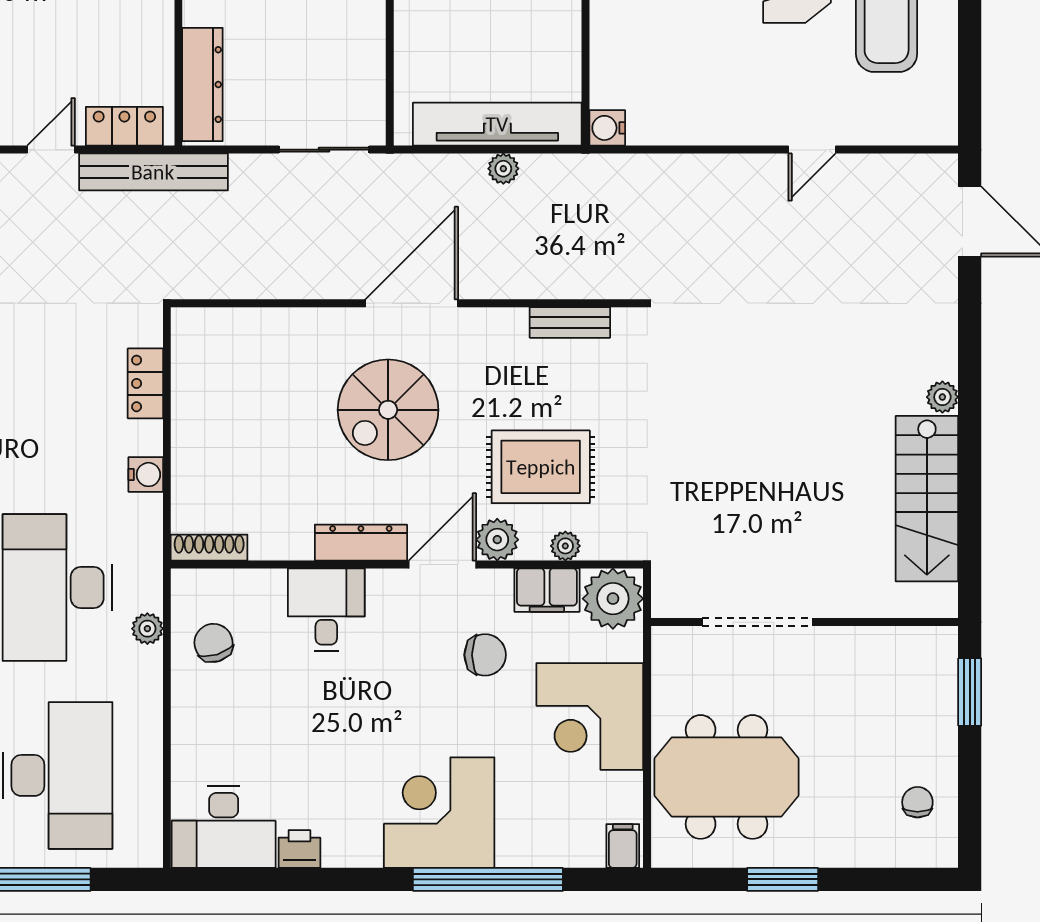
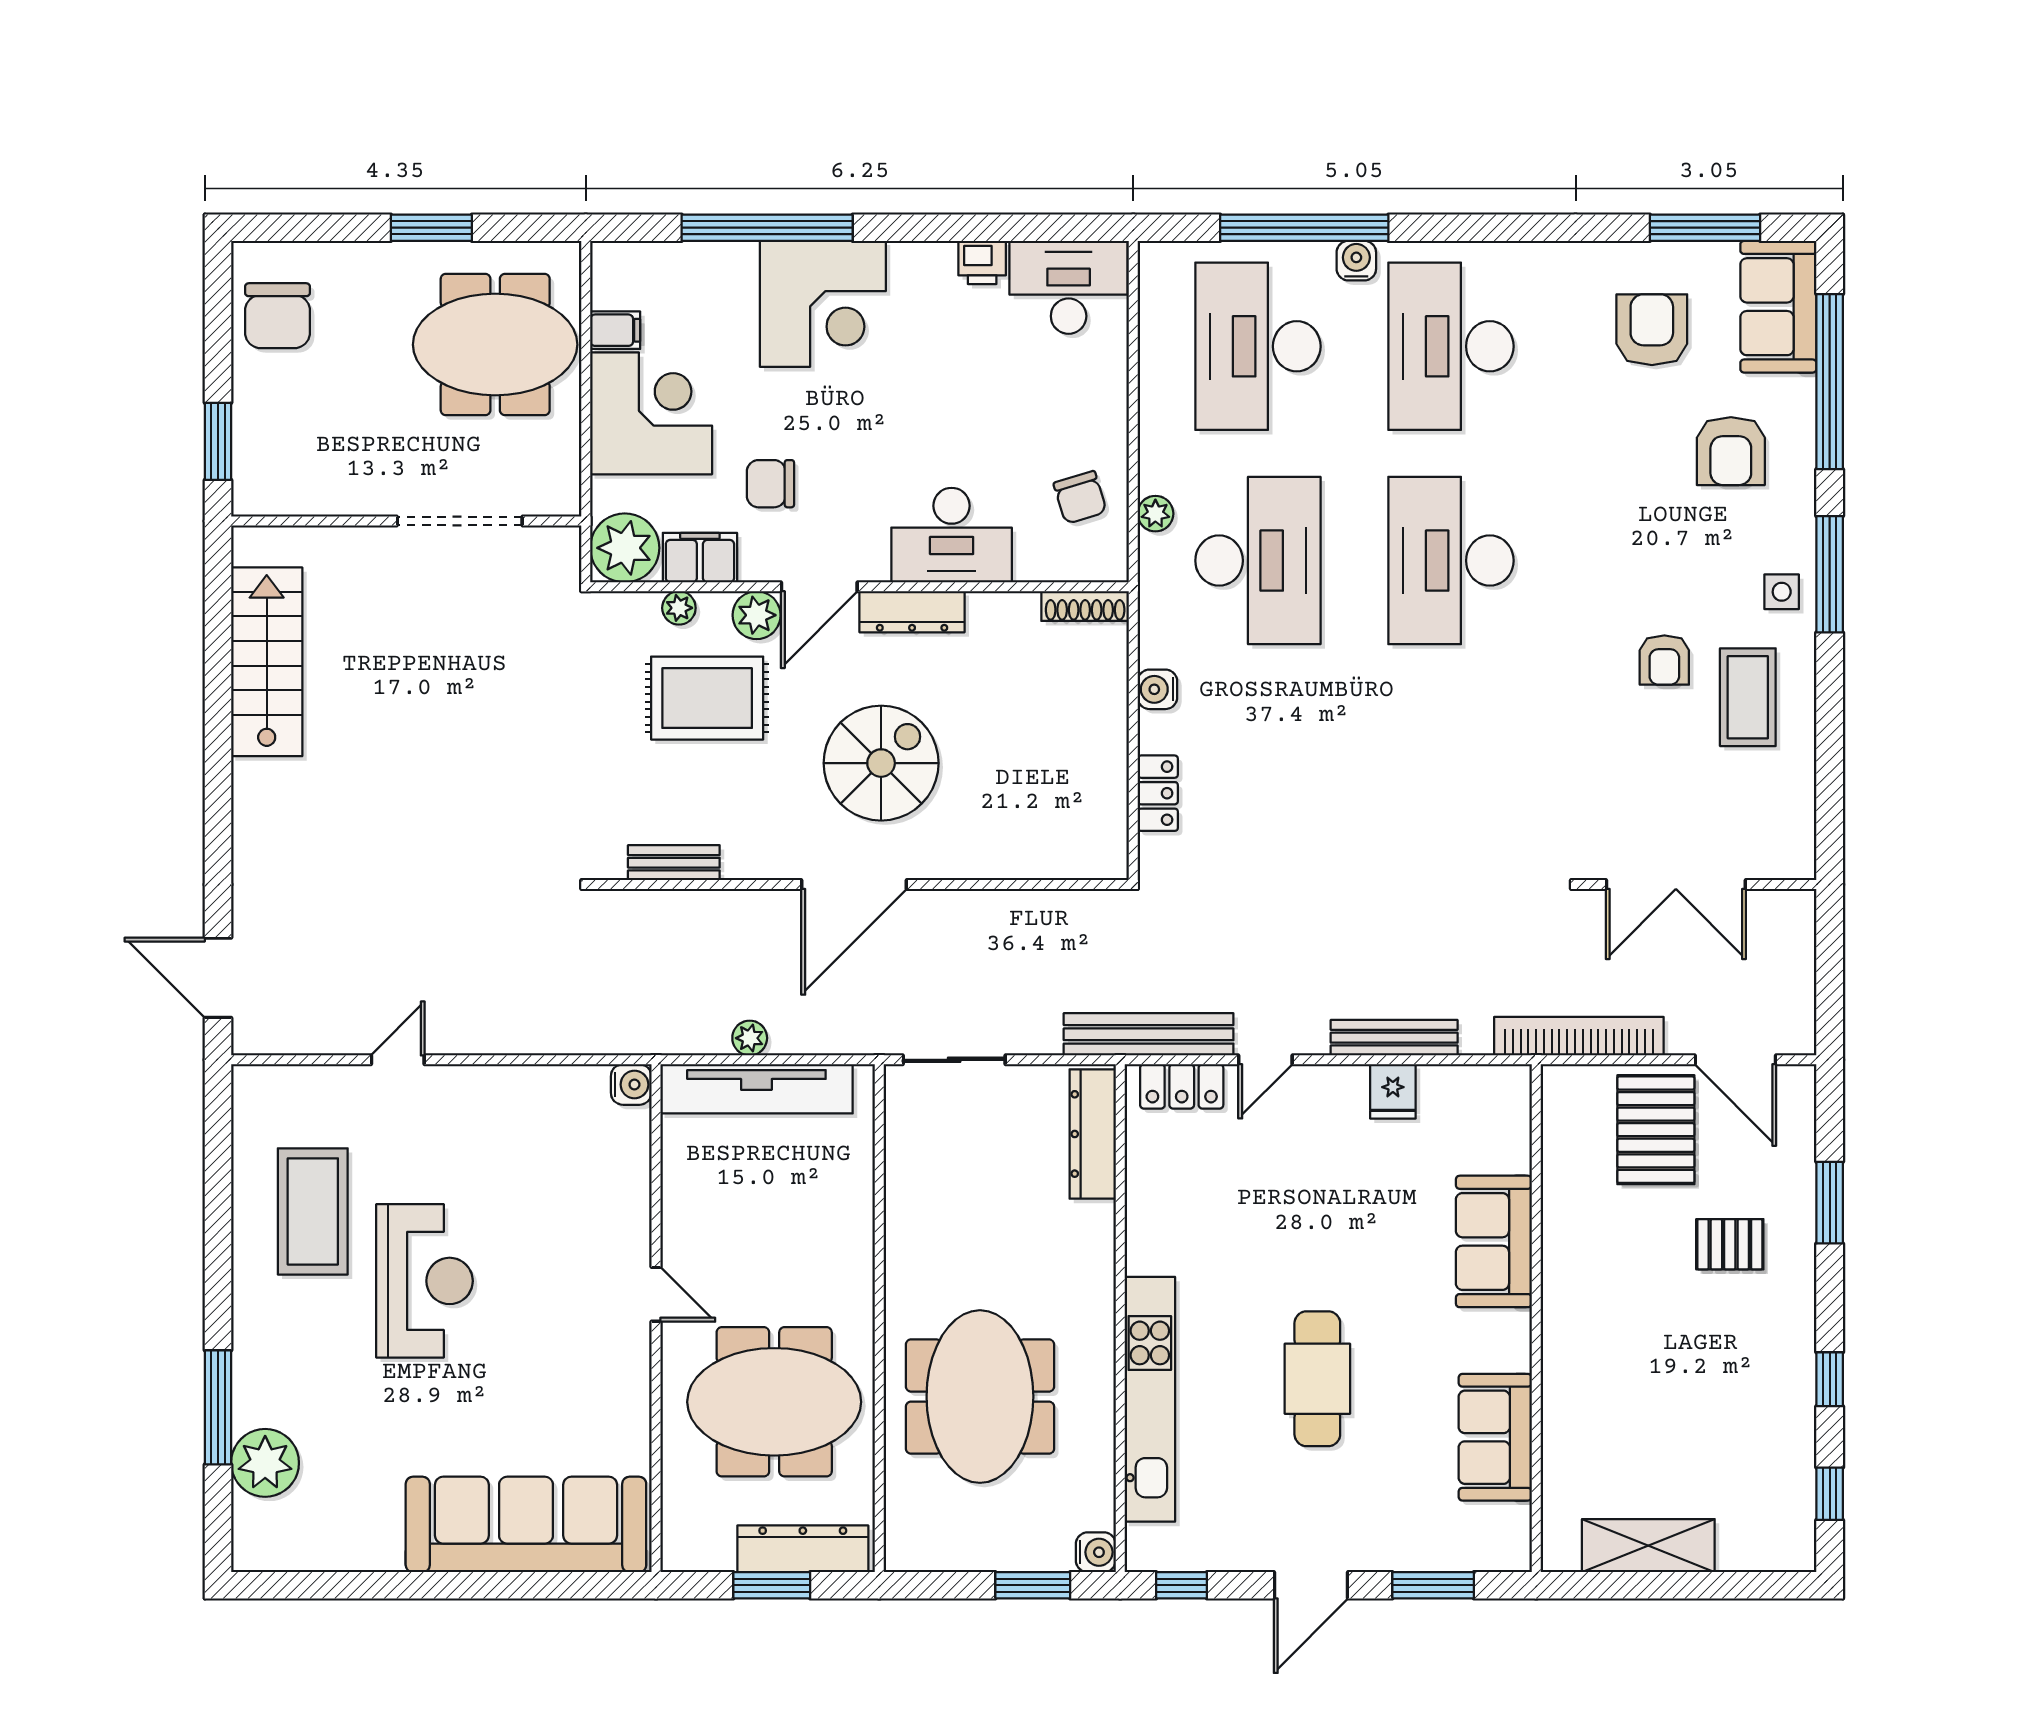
plant: (942, 397) -> (249, 778), removed
desk: (326, 610) -> (952, 535), width x1.37
chair: (917, 802) -> (277, 316), width x1.87, depth x1.87
filing cabinet: (623, 846) -> (615, 330), moved, turned -90

